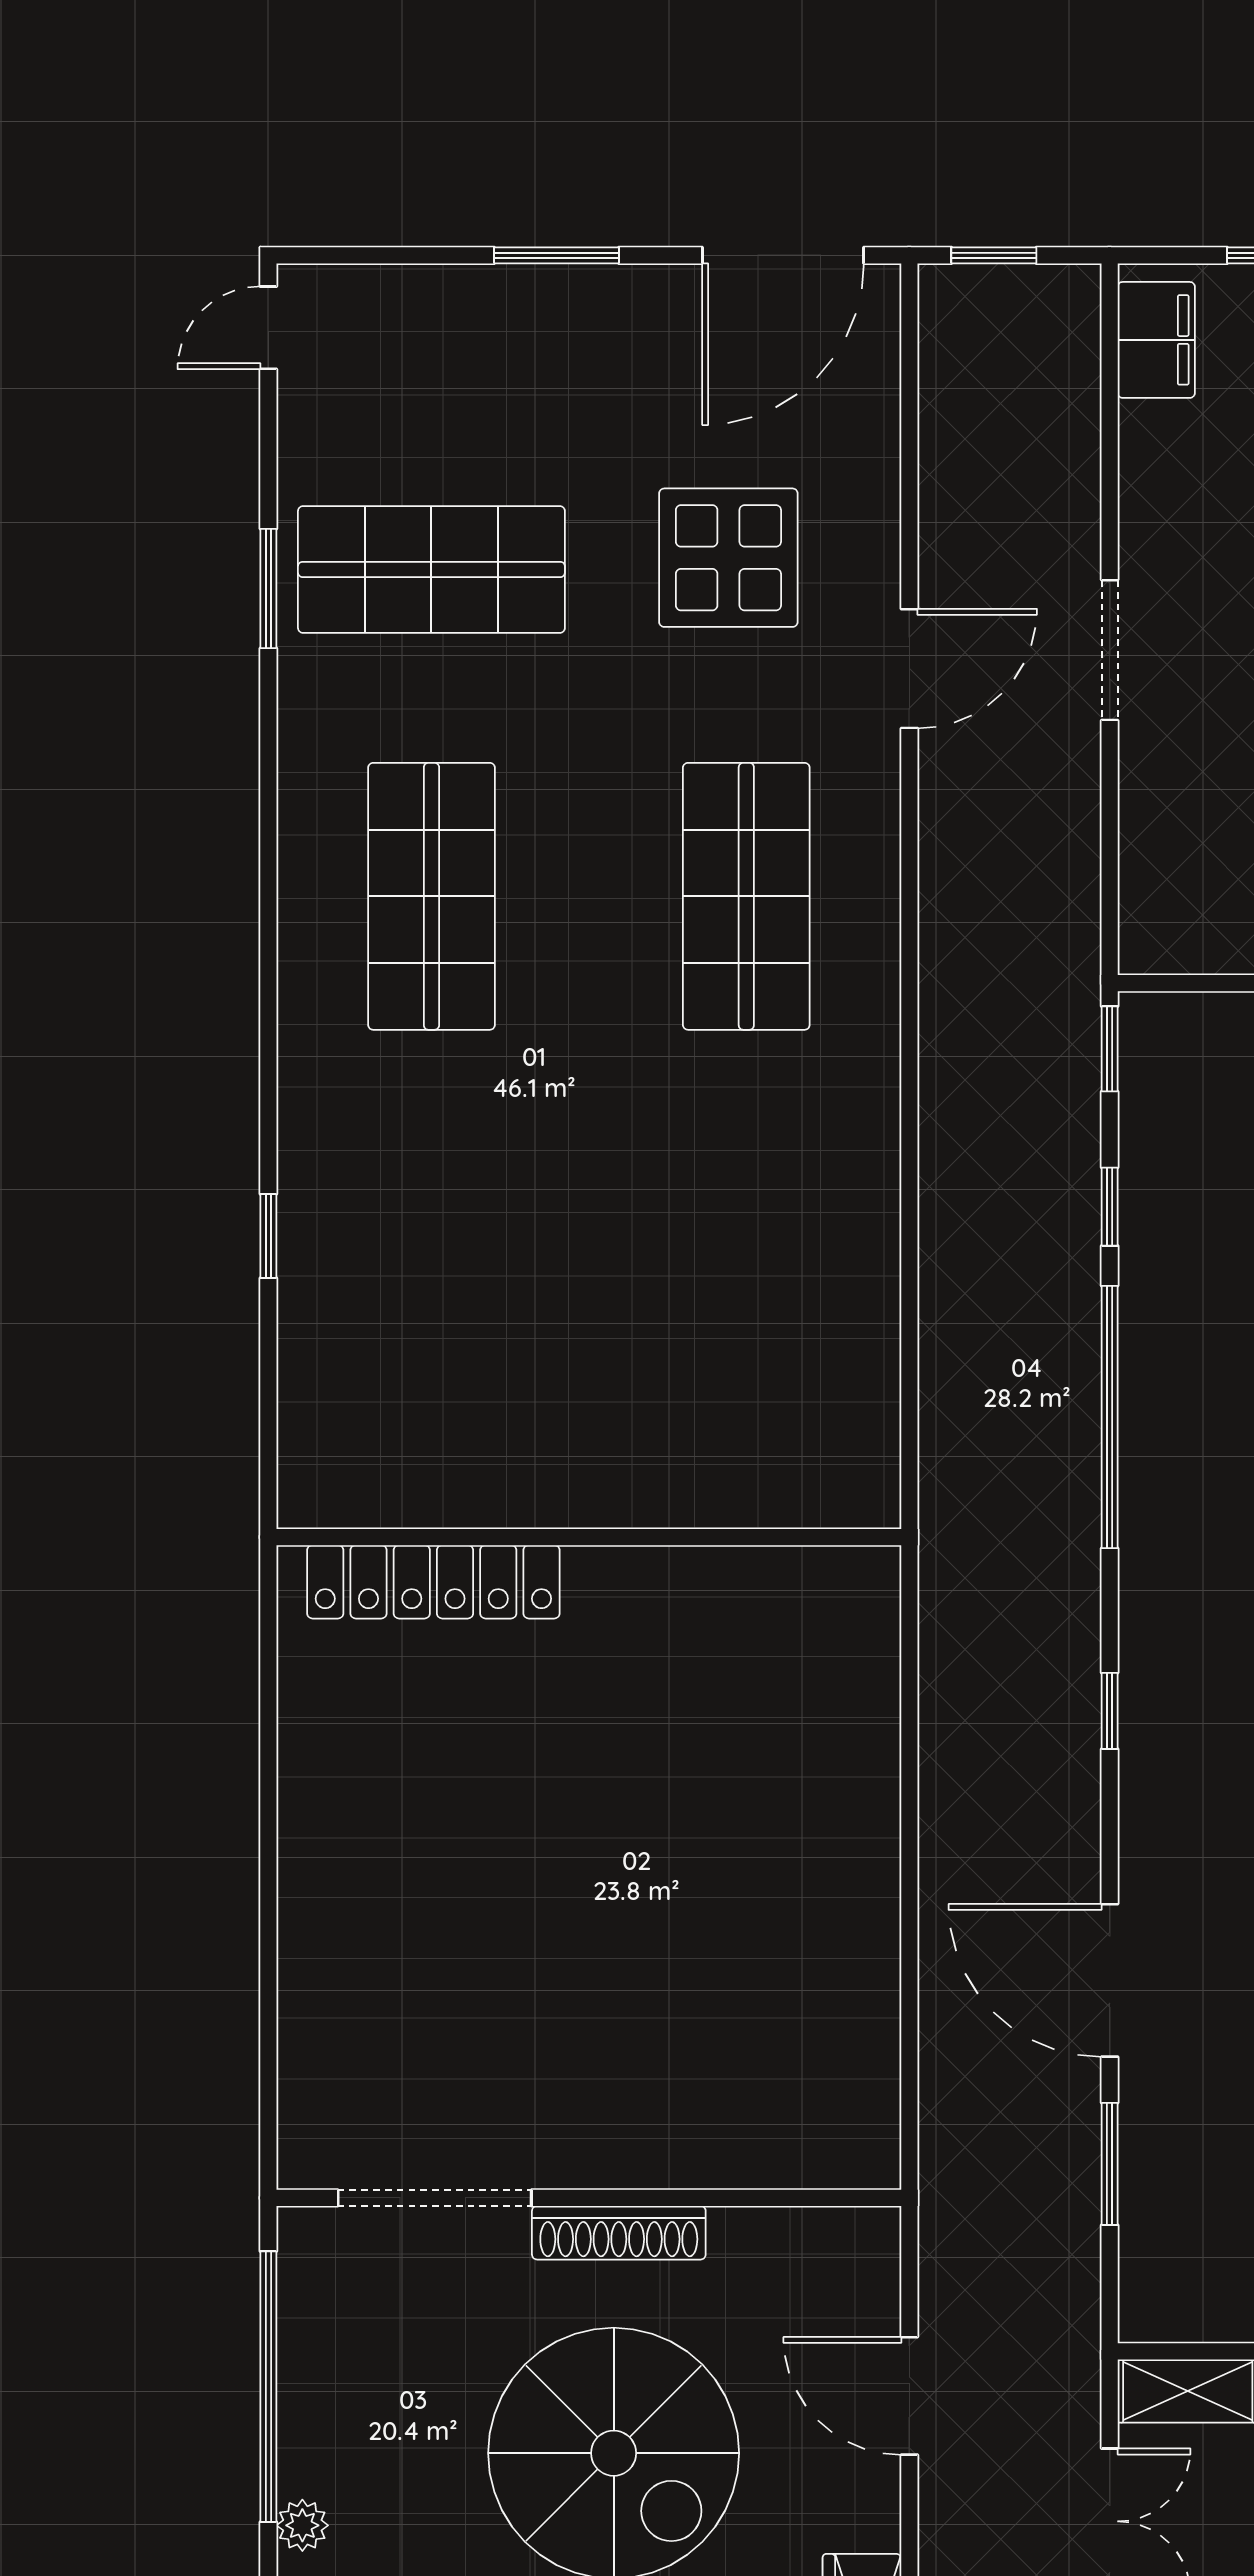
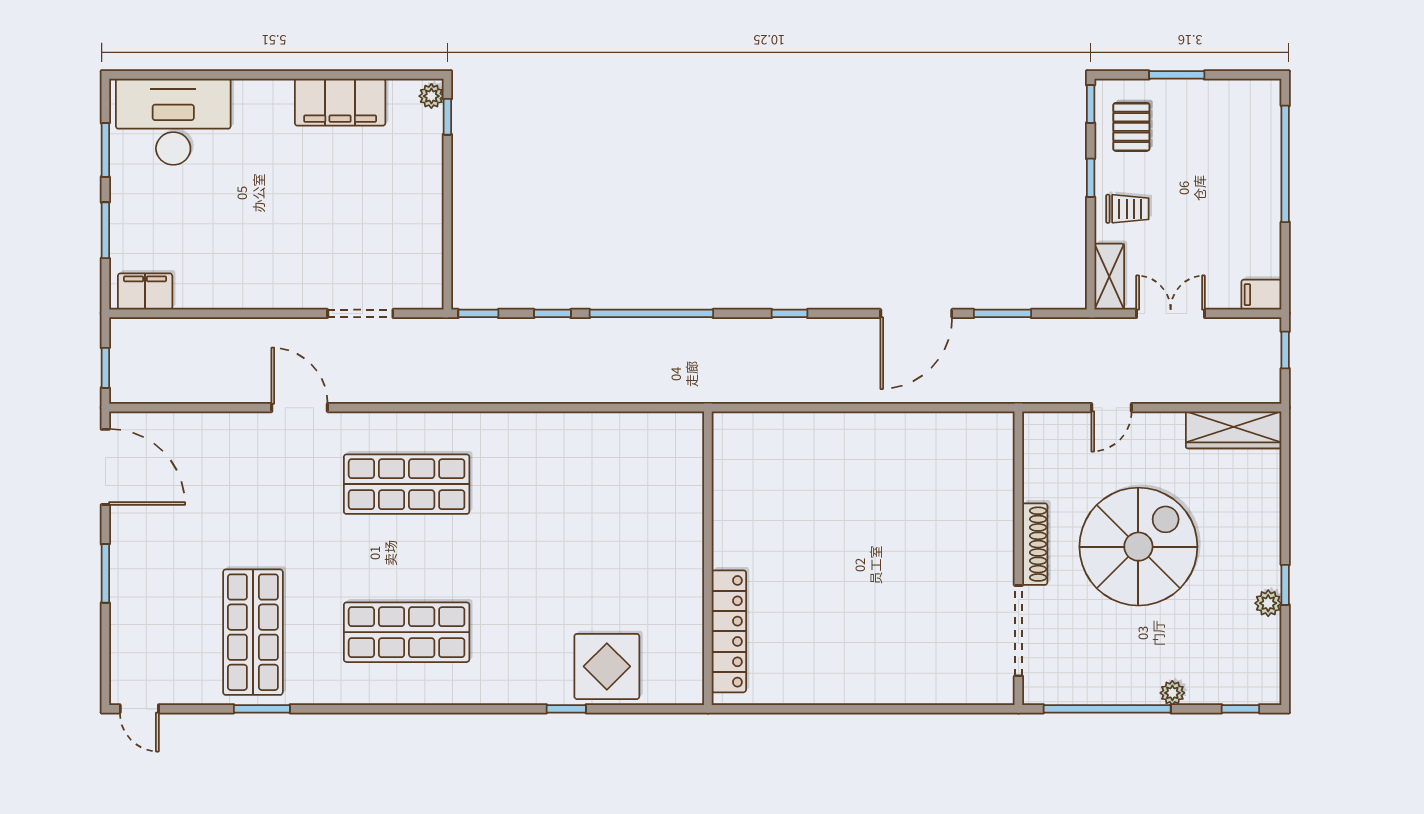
display table: (728, 558) -> (607, 666), moved
doorway: (1110, 650) -> (360, 313), moved
door: (909, 2396) -> (1111, 408), width x0.73

